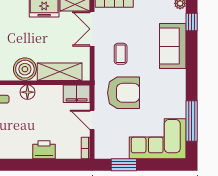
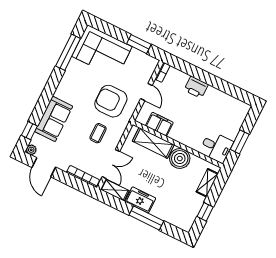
floor lamp: (27, 92) -> (187, 139), removed
filing cabinet: (77, 94) -> (159, 124), moved

